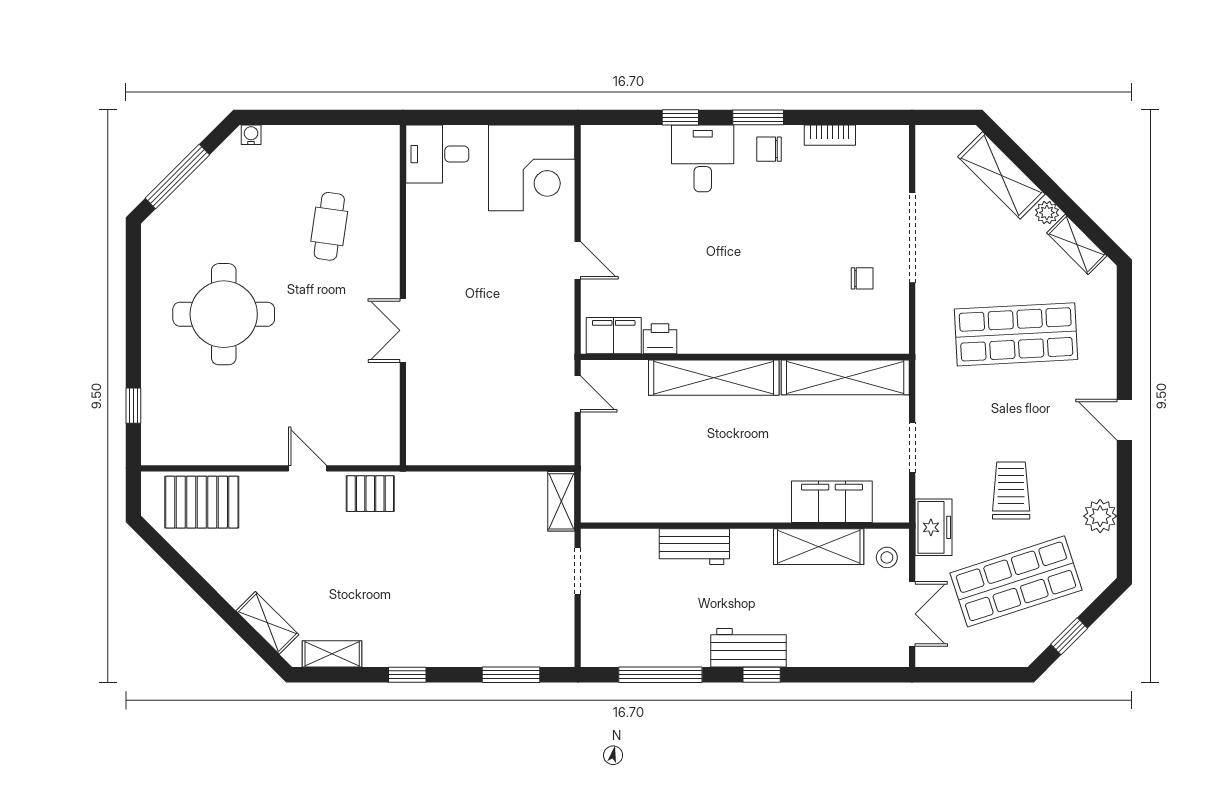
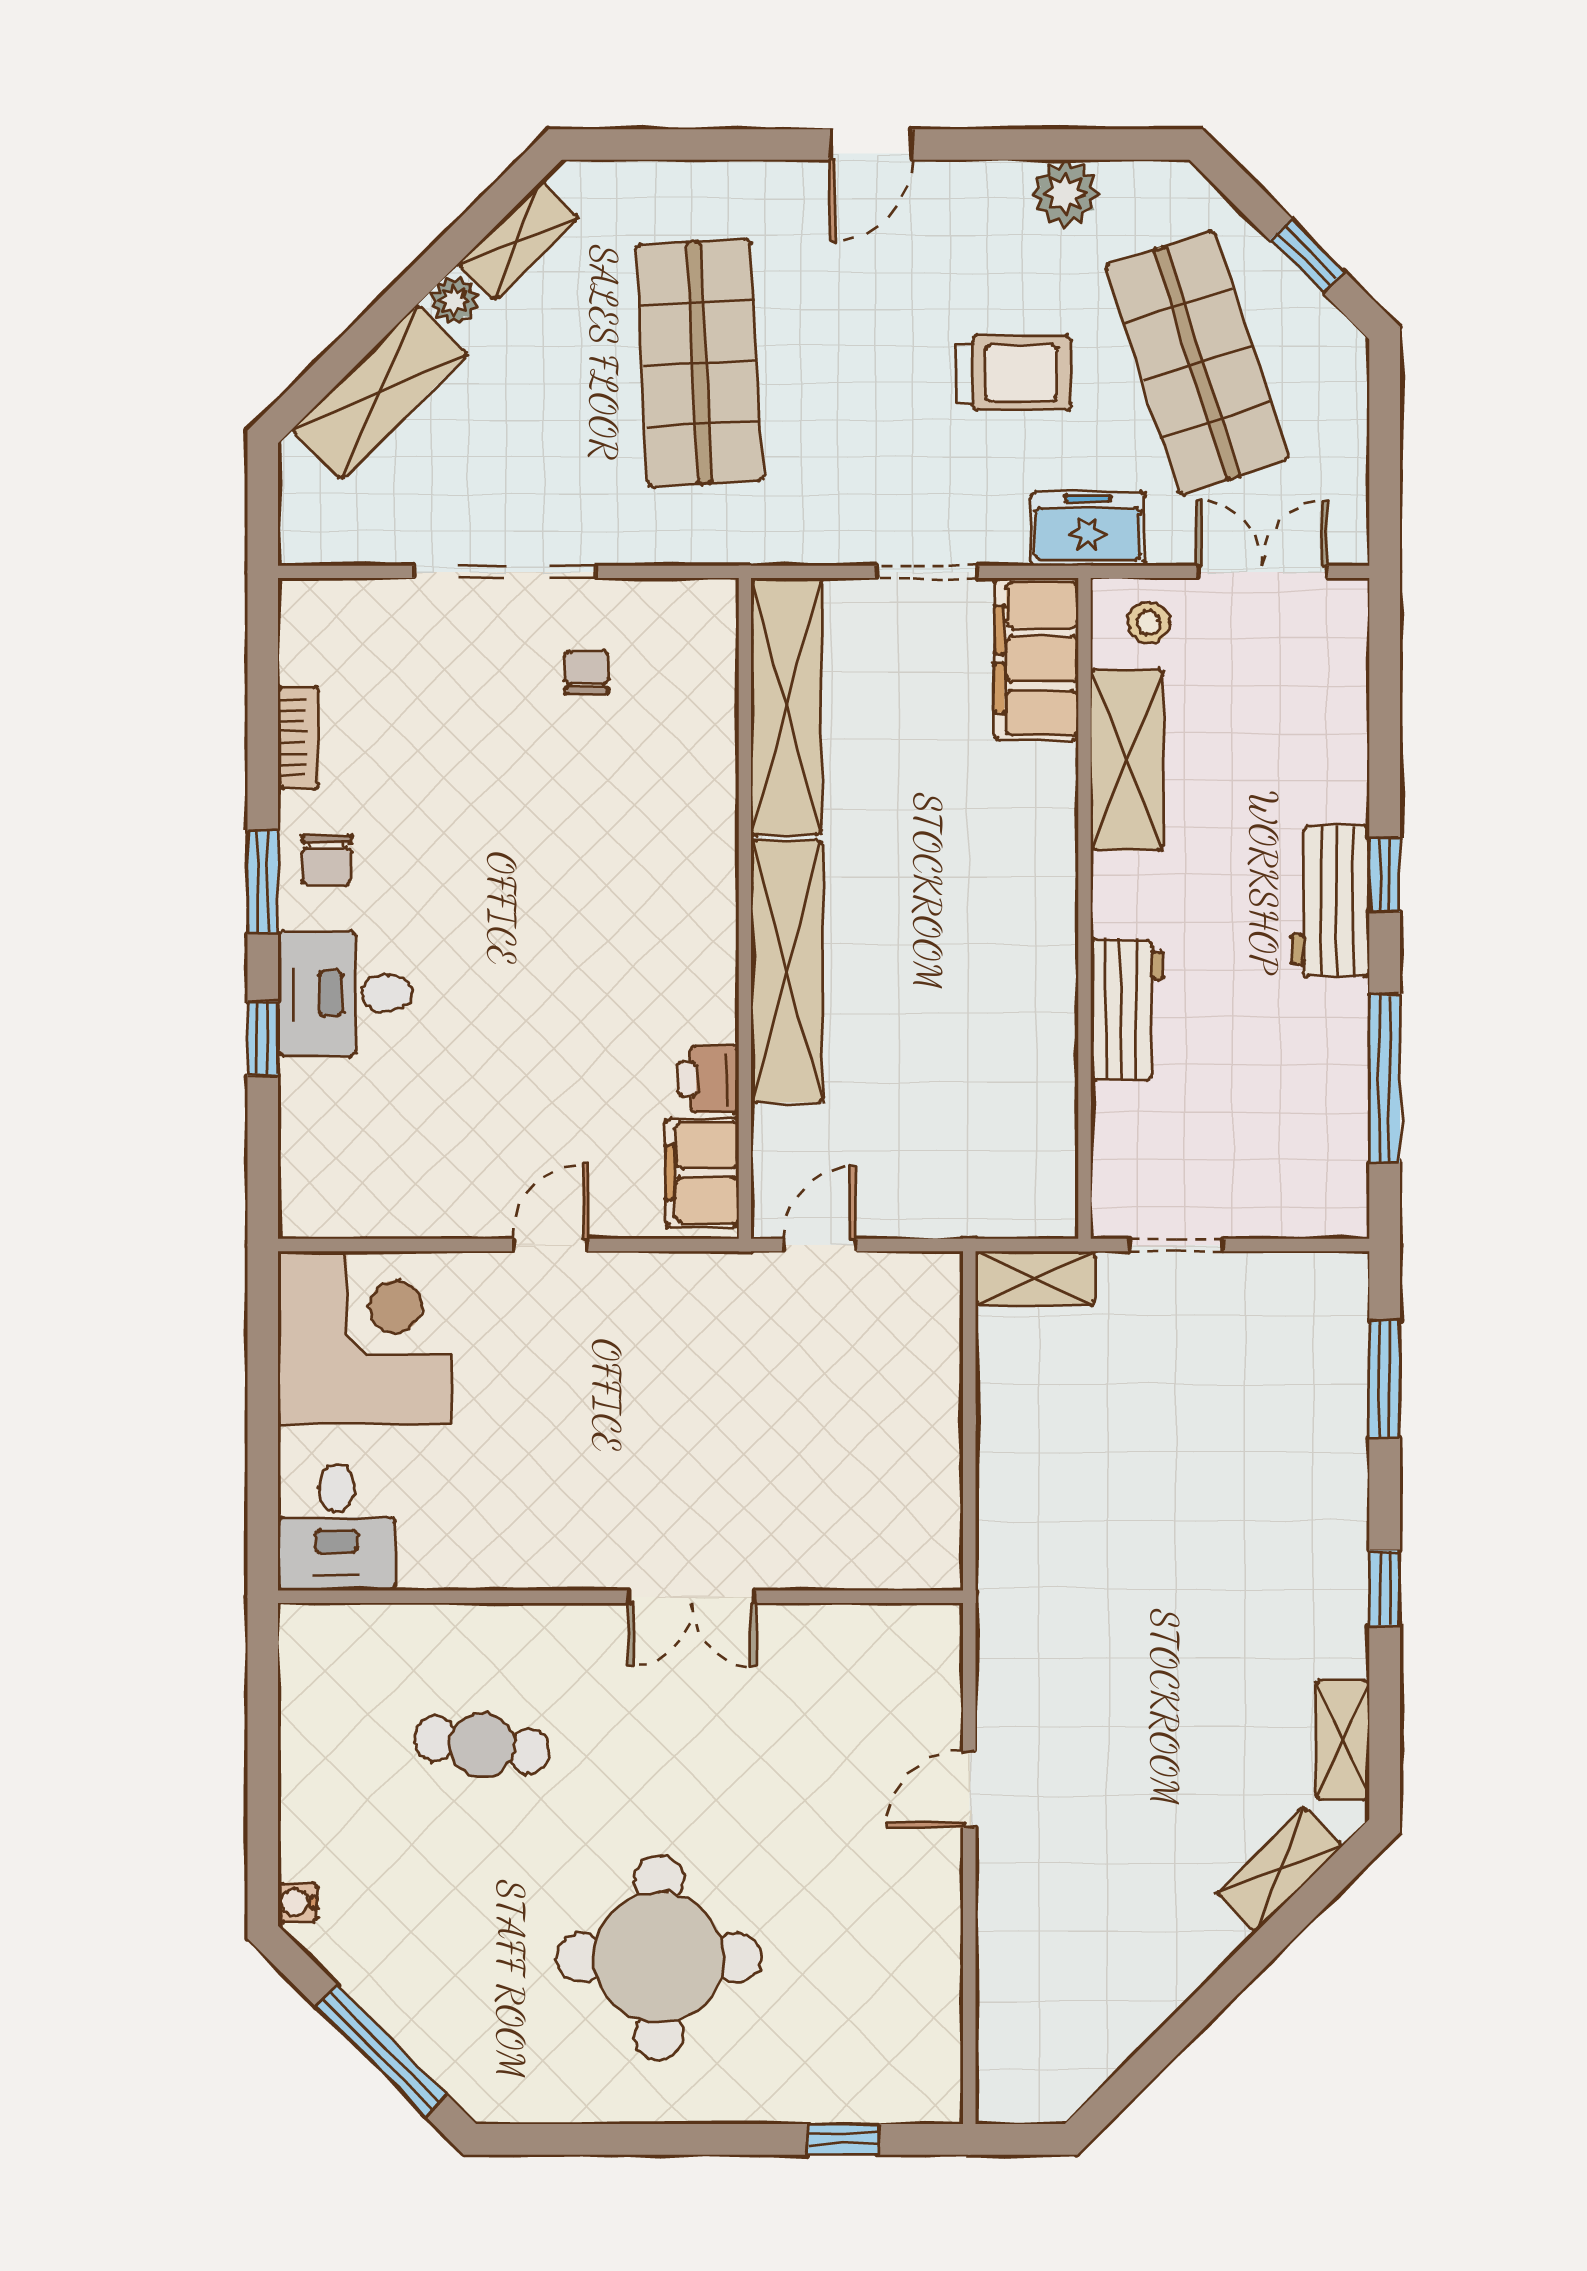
trolley: (1011, 490) -> (1014, 373), turned 180
pallet: (370, 494) -> (1020, 1663), removed
pallet: (202, 502) -> (1037, 2002), removed
filing cabinet: (832, 502) -> (1036, 659), moved

